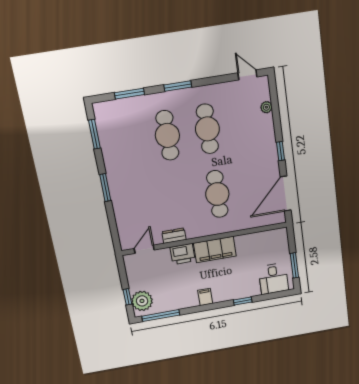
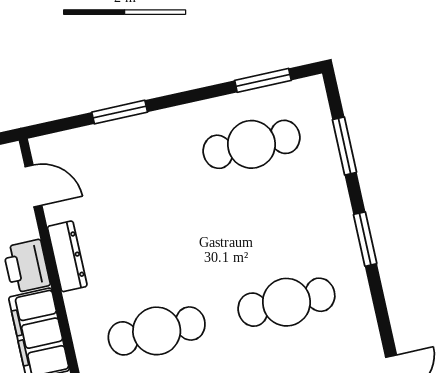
cafe table: (167, 135) -> (251, 144), moved
window: (105, 188) -> (120, 112), moved
dresser: (174, 236) -> (67, 256), width x1.44

